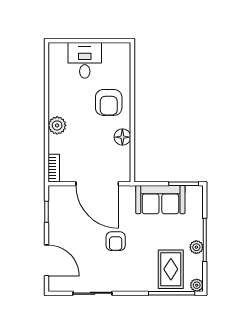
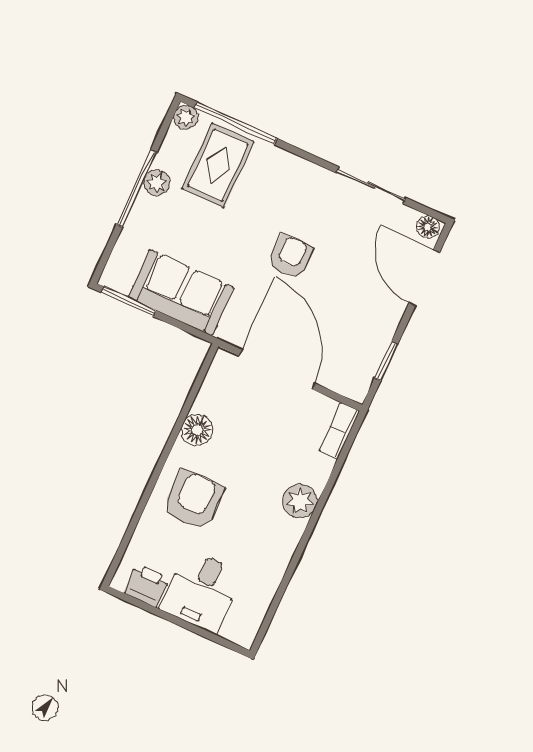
printer: (112, 51) -> (147, 585), added
floor lamp: (56, 286) -> (428, 227), added

